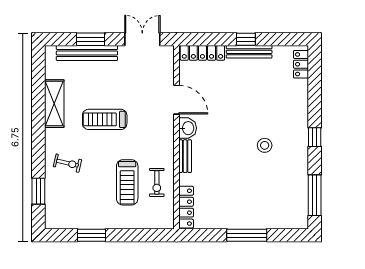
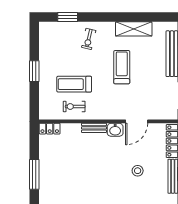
stool: (265, 145) -> (138, 171), moved
locker: (186, 207) -> (50, 129), width x0.66
window: (92, 235) -> (34, 71), moved

